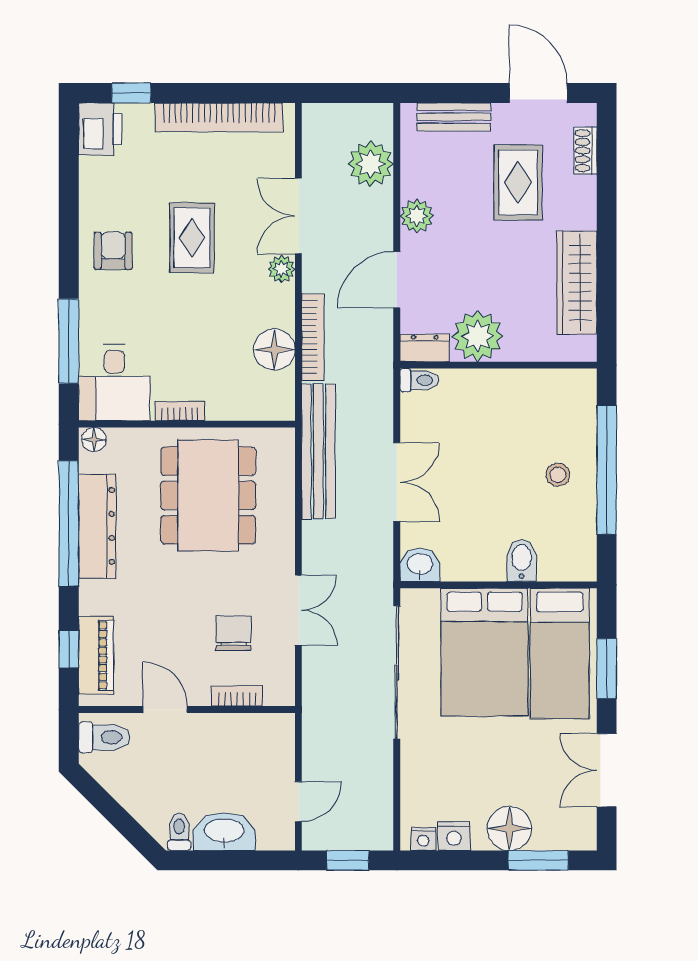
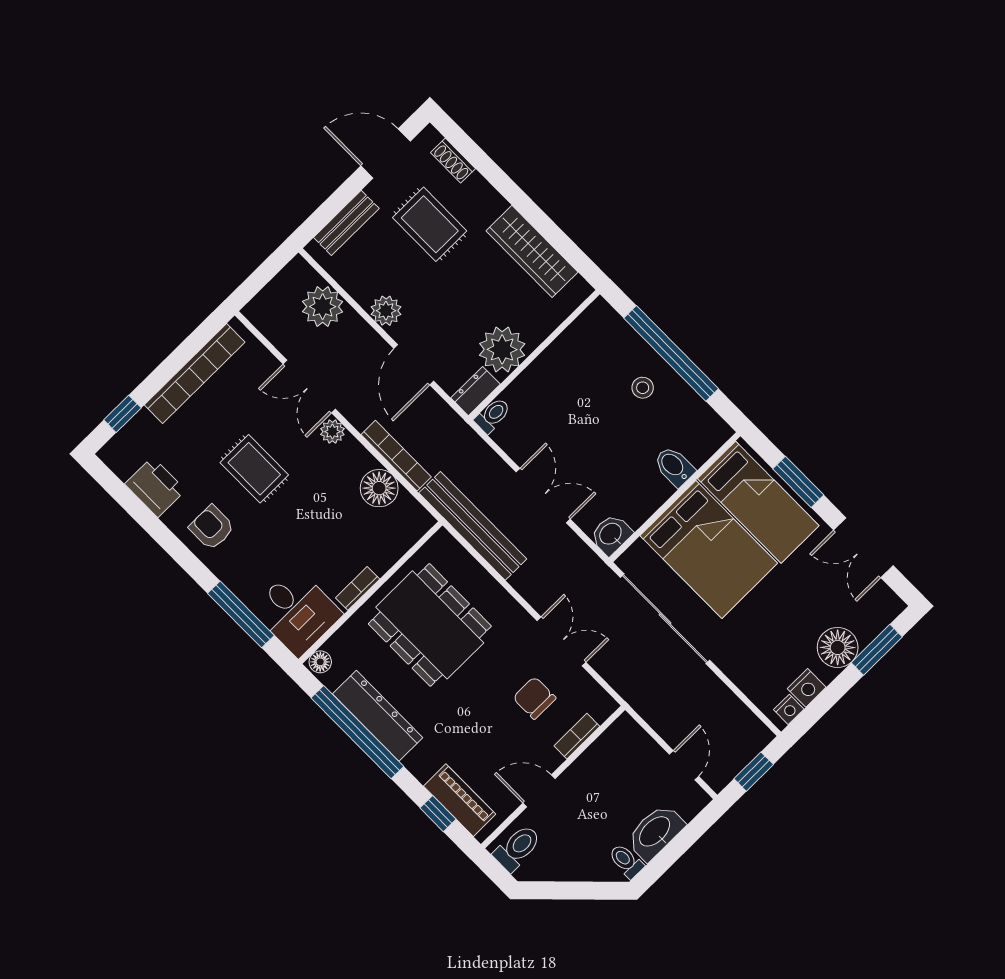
printer: (100, 129) -> (155, 487), moved

